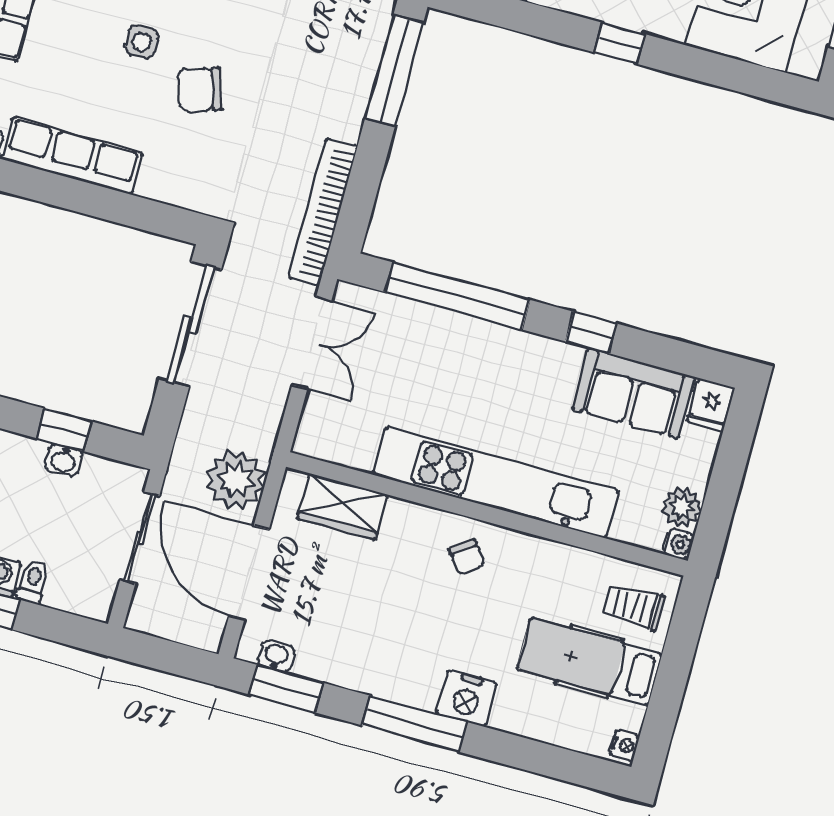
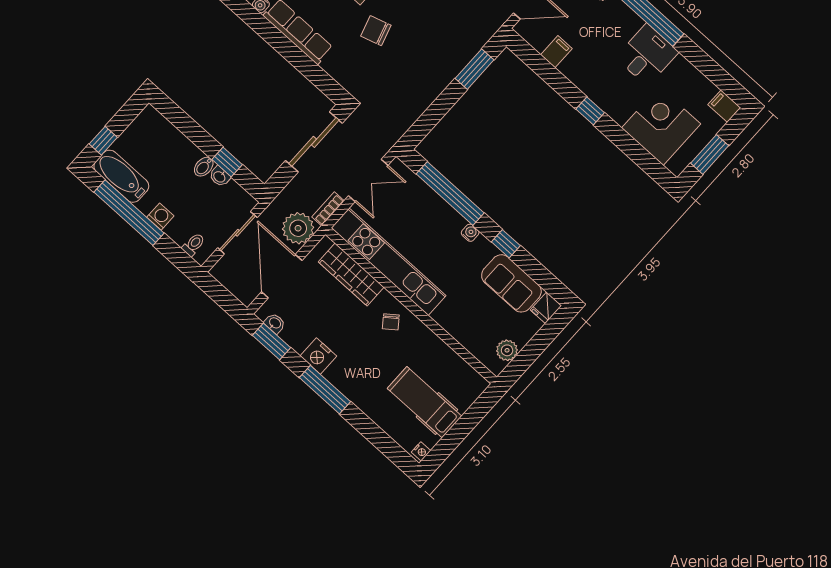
window: (394, 71) -> (475, 69), width x0.69
bookcase: (323, 212) -> (328, 209), moved, width x0.43, depth x0.76
bidet: (29, 457) -> (204, 167), added
kitchen unit: (496, 482) -> (389, 262), moved
wardrobe: (342, 507) -> (351, 275), width x1.50
water cooler: (678, 544) -> (470, 233), moved, turned -90
toilet: (33, 582) -> (193, 245), moved
trolley: (634, 607) -> (460, 387), removed
nightstand: (467, 698) -> (318, 356), moved

